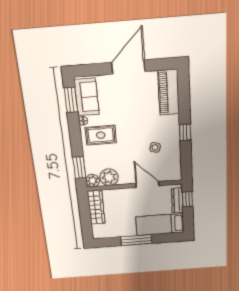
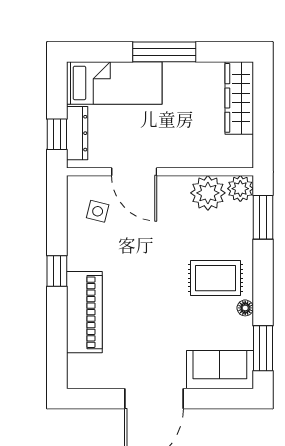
piano: (169, 92) -> (84, 312), moved
sofa: (87, 97) -> (220, 370), moved, turned 90
side table: (155, 147) -> (98, 211), moved
wardrobe: (96, 207) -> (239, 98), moved

